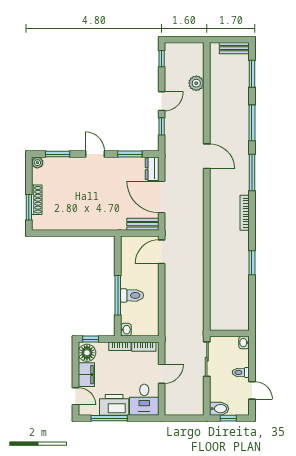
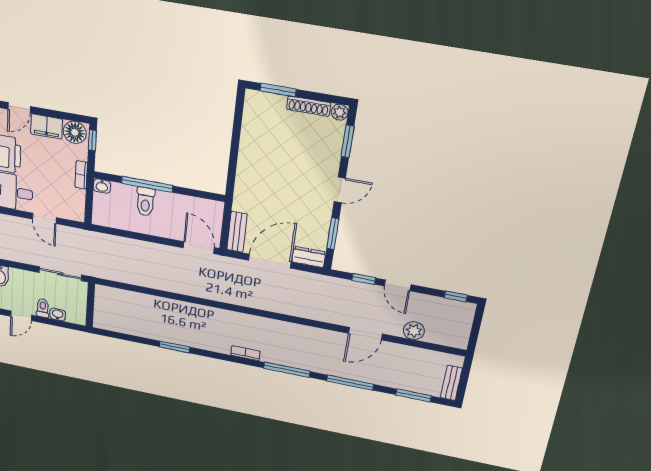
door: (207, 156) -> (365, 334), moved
shoe rack: (37, 200) -> (309, 106), moved
bookcase: (245, 213) -> (245, 353), width x0.64
washbasin: (244, 343) -> (58, 315), moved
bookcase: (144, 347) -> (79, 204), removed

